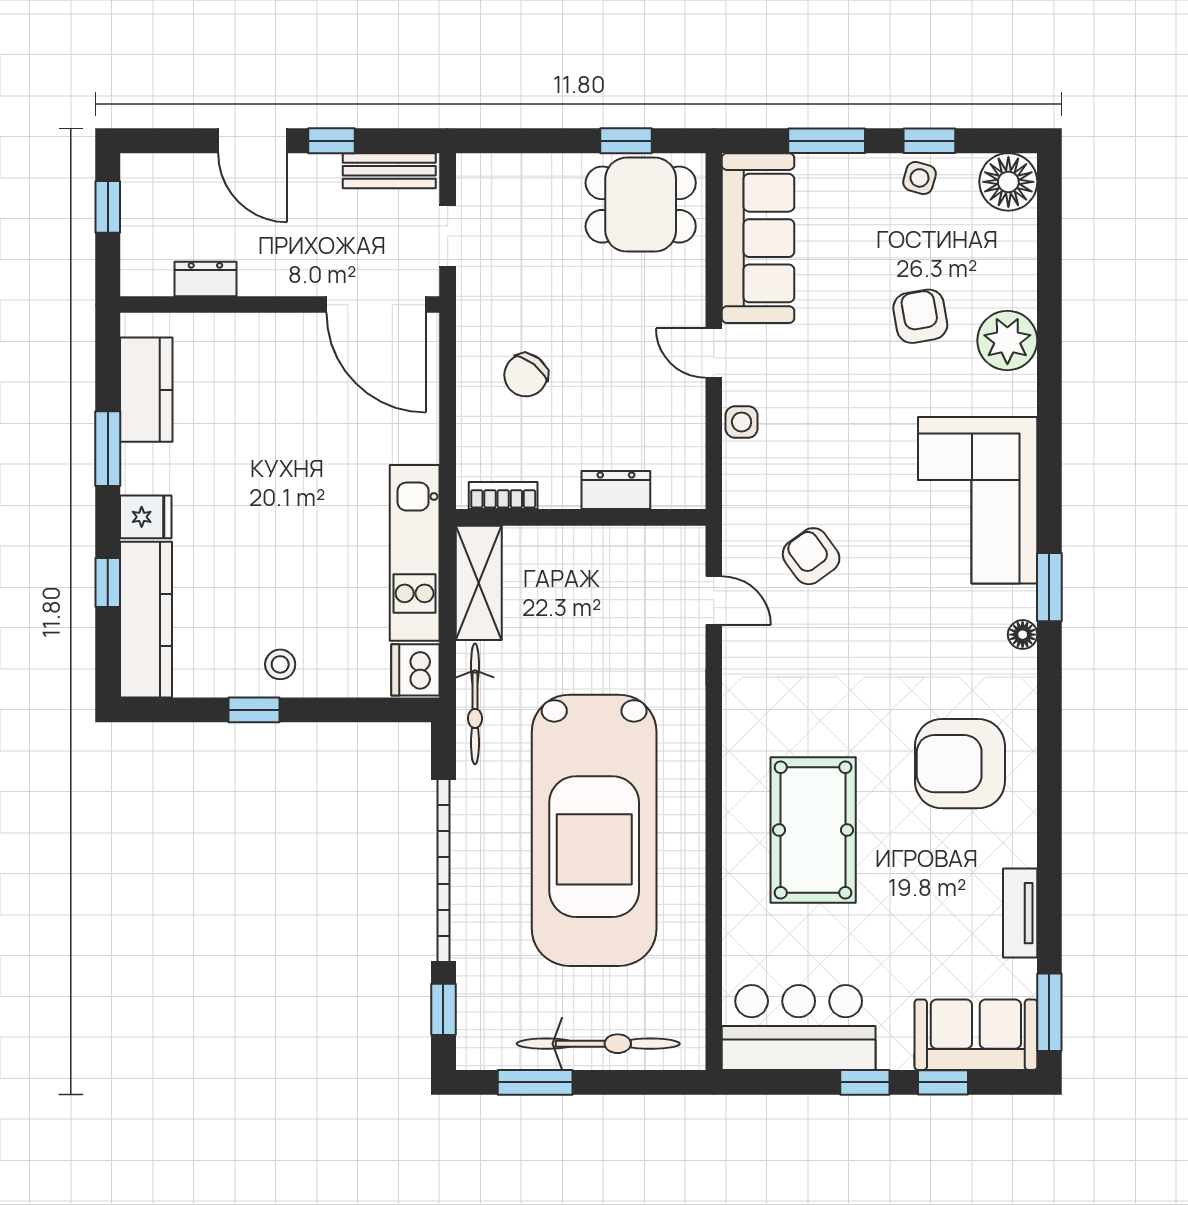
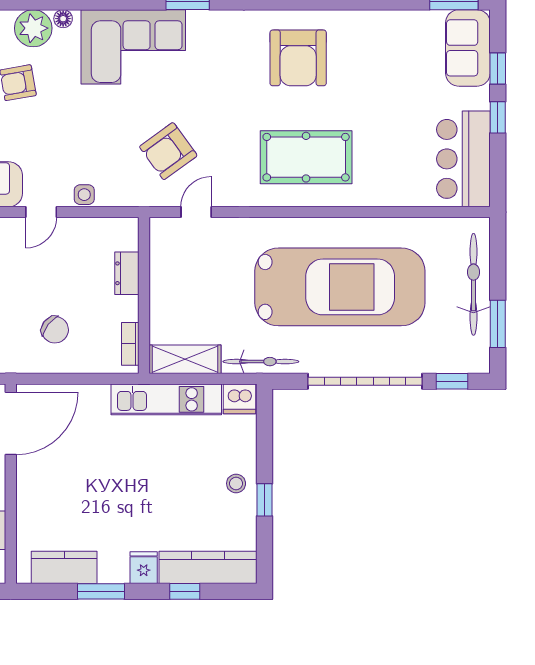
armchair: (811, 556) -> (168, 151), width x1.38, depth x1.38
floor lamp: (1023, 635) -> (63, 19), moved
pool table: (813, 830) -> (306, 157), moved
tv unit: (1020, 913) -> (392, 20), removed

